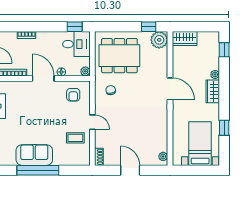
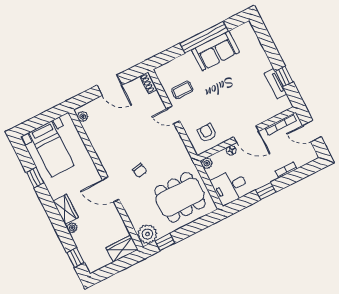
window: (75, 27) -> (266, 191), moved
chair: (111, 90) -> (140, 171), moved

